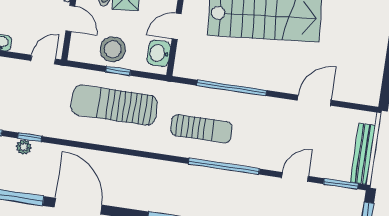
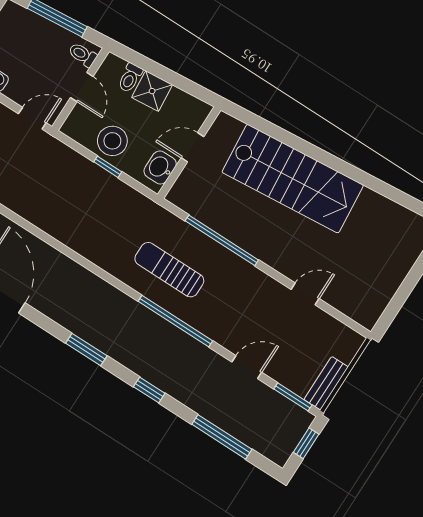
door: (314, 100) -> (305, 294), width x0.73
sun lounger: (114, 105) -> (87, 202), removed
sun lounger: (201, 129) -> (169, 270), turned 180
bench: (363, 154) -> (326, 383), width x0.73

